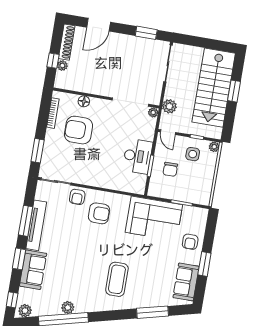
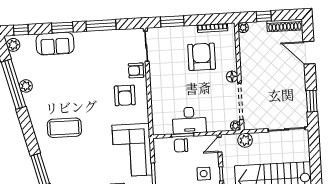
plant: (62, 66) -> (243, 28), moved
floor lamp: (84, 101) -> (232, 77), moved
chair: (170, 169) -> (181, 145), moved
tv unit: (36, 225) -> (99, 37), removed

